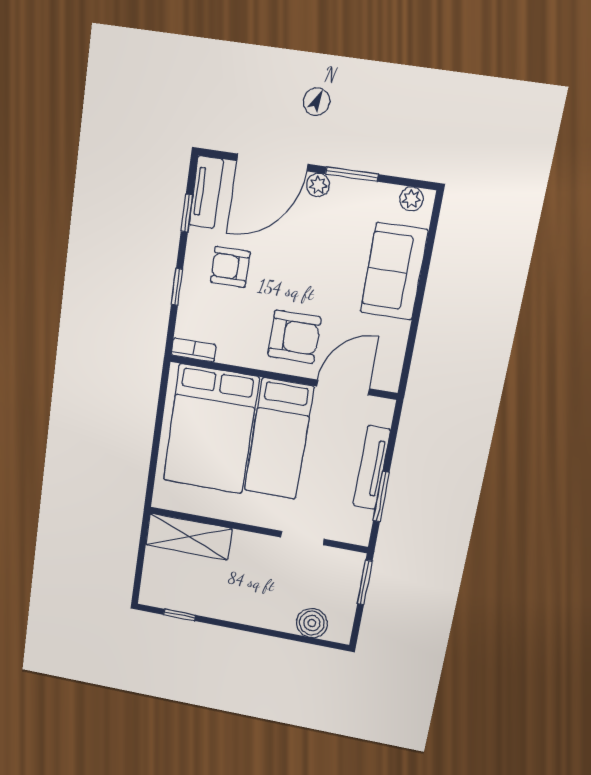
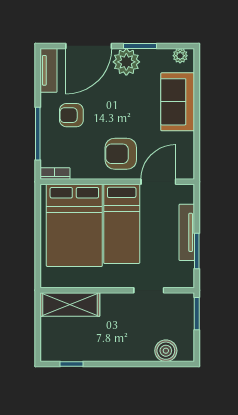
plant: (318, 185) -> (126, 62), width x1.87, depth x1.87
window: (187, 213) -> (38, 85), removed
window: (177, 287) -> (38, 134), width x2.17
armchair: (294, 337) -> (121, 154), turned 180

